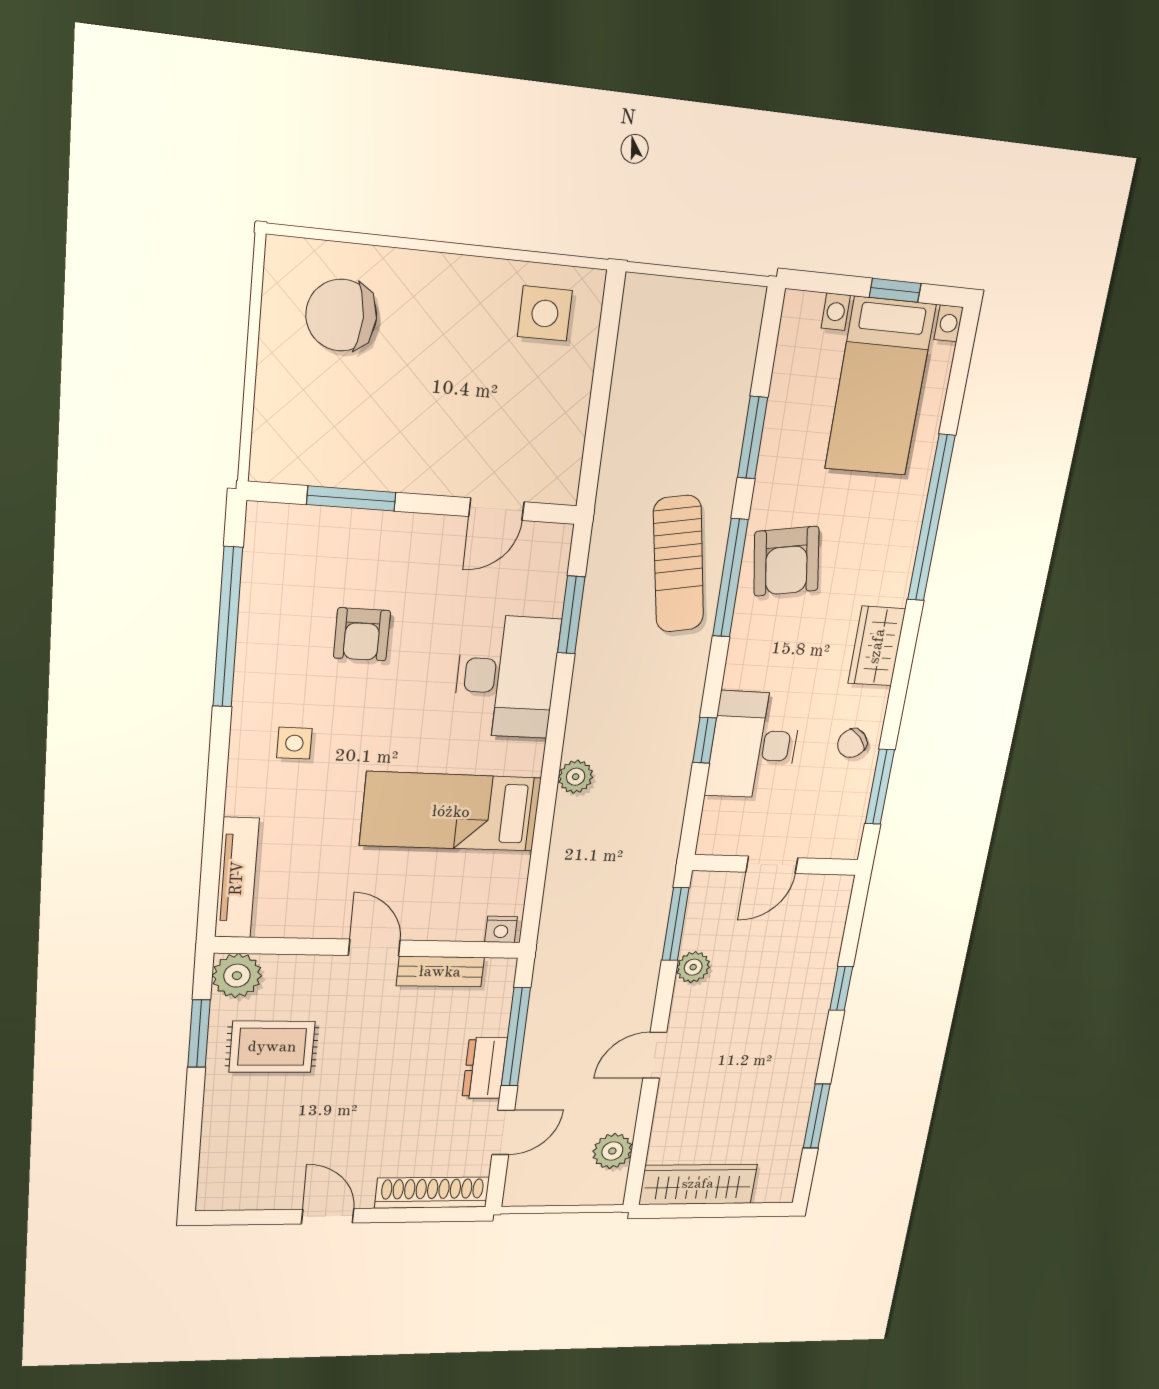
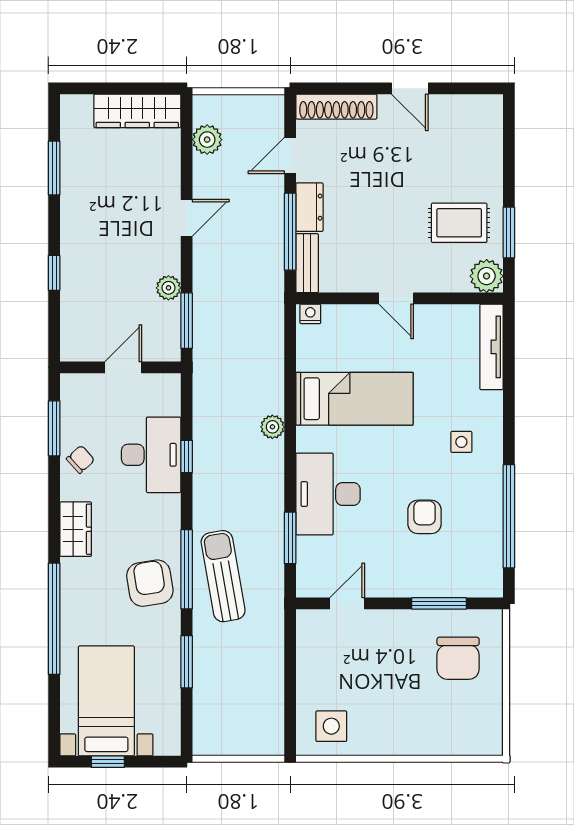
chair: (341, 315) -> (458, 658), moved, turned 90
bench: (440, 972) -> (307, 263), moved, turned 90

